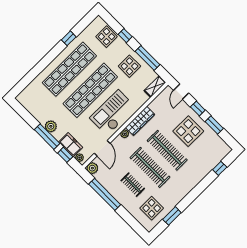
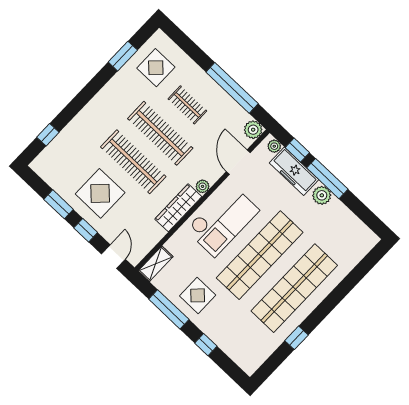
display table: (106, 37) -> (236, 342), removed
freezer: (71, 145) -> (294, 171), width x1.40

